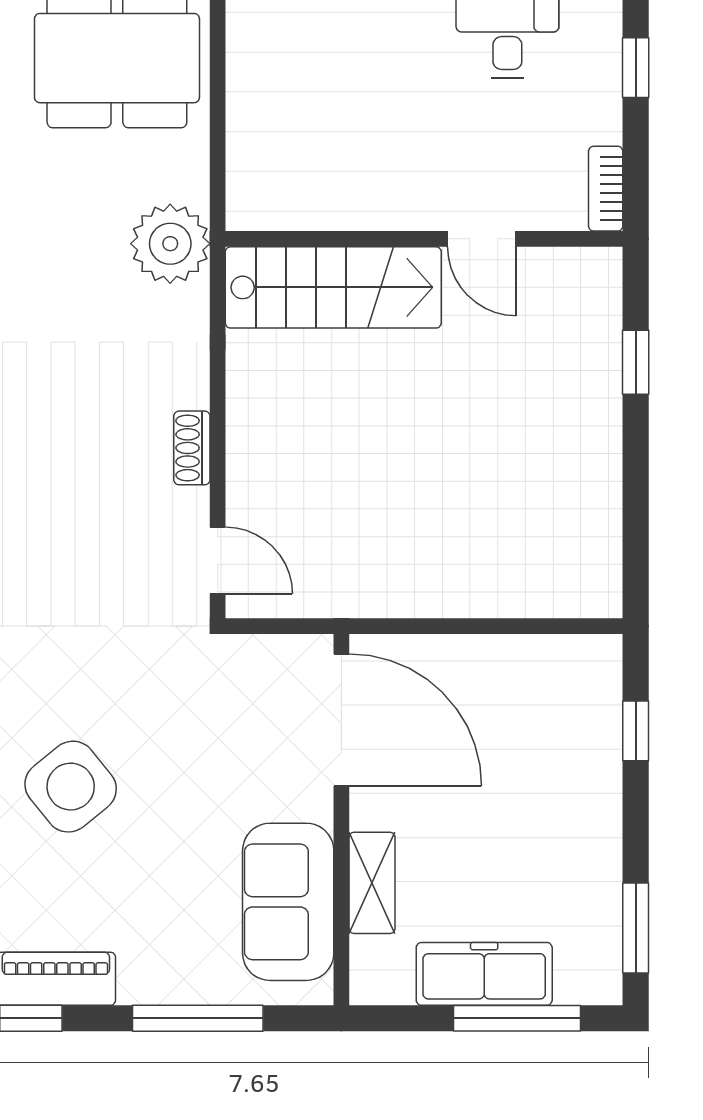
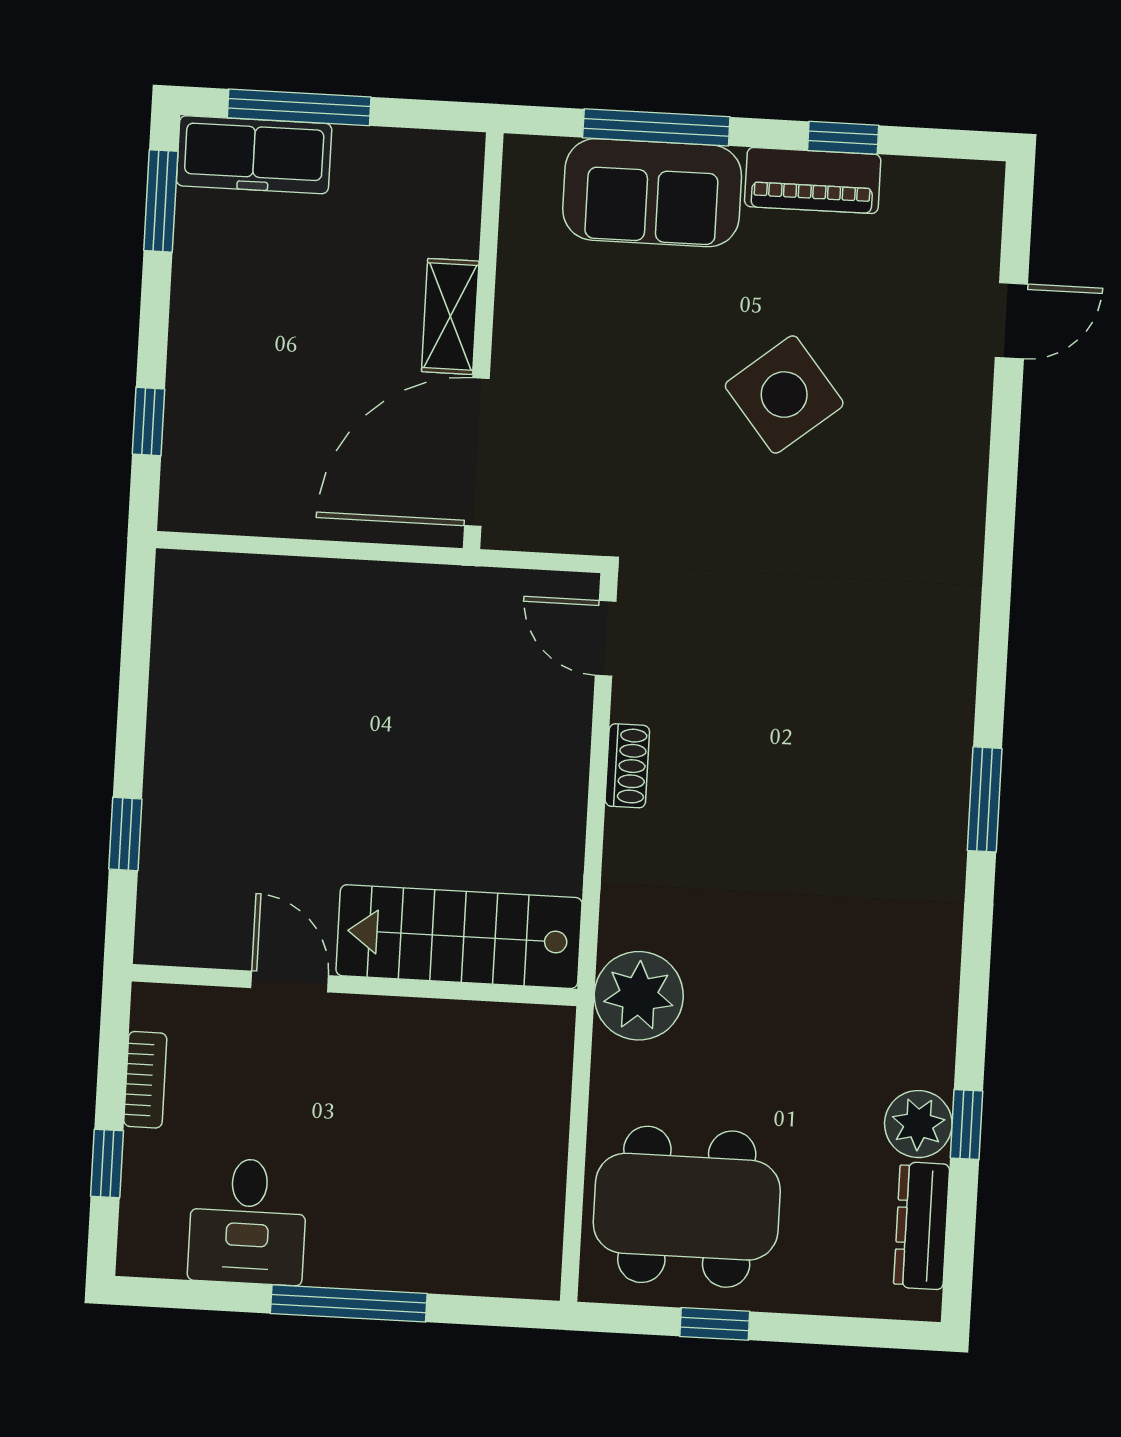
bookcase: (606, 189) -> (145, 1080), moved
door: (341, 720) -> (477, 452), hinge flipped
shelving: (372, 883) -> (450, 316), moved
sofa: (288, 902) -> (652, 193), moved, turned 90
freezer: (484, 974) -> (254, 155), moved

